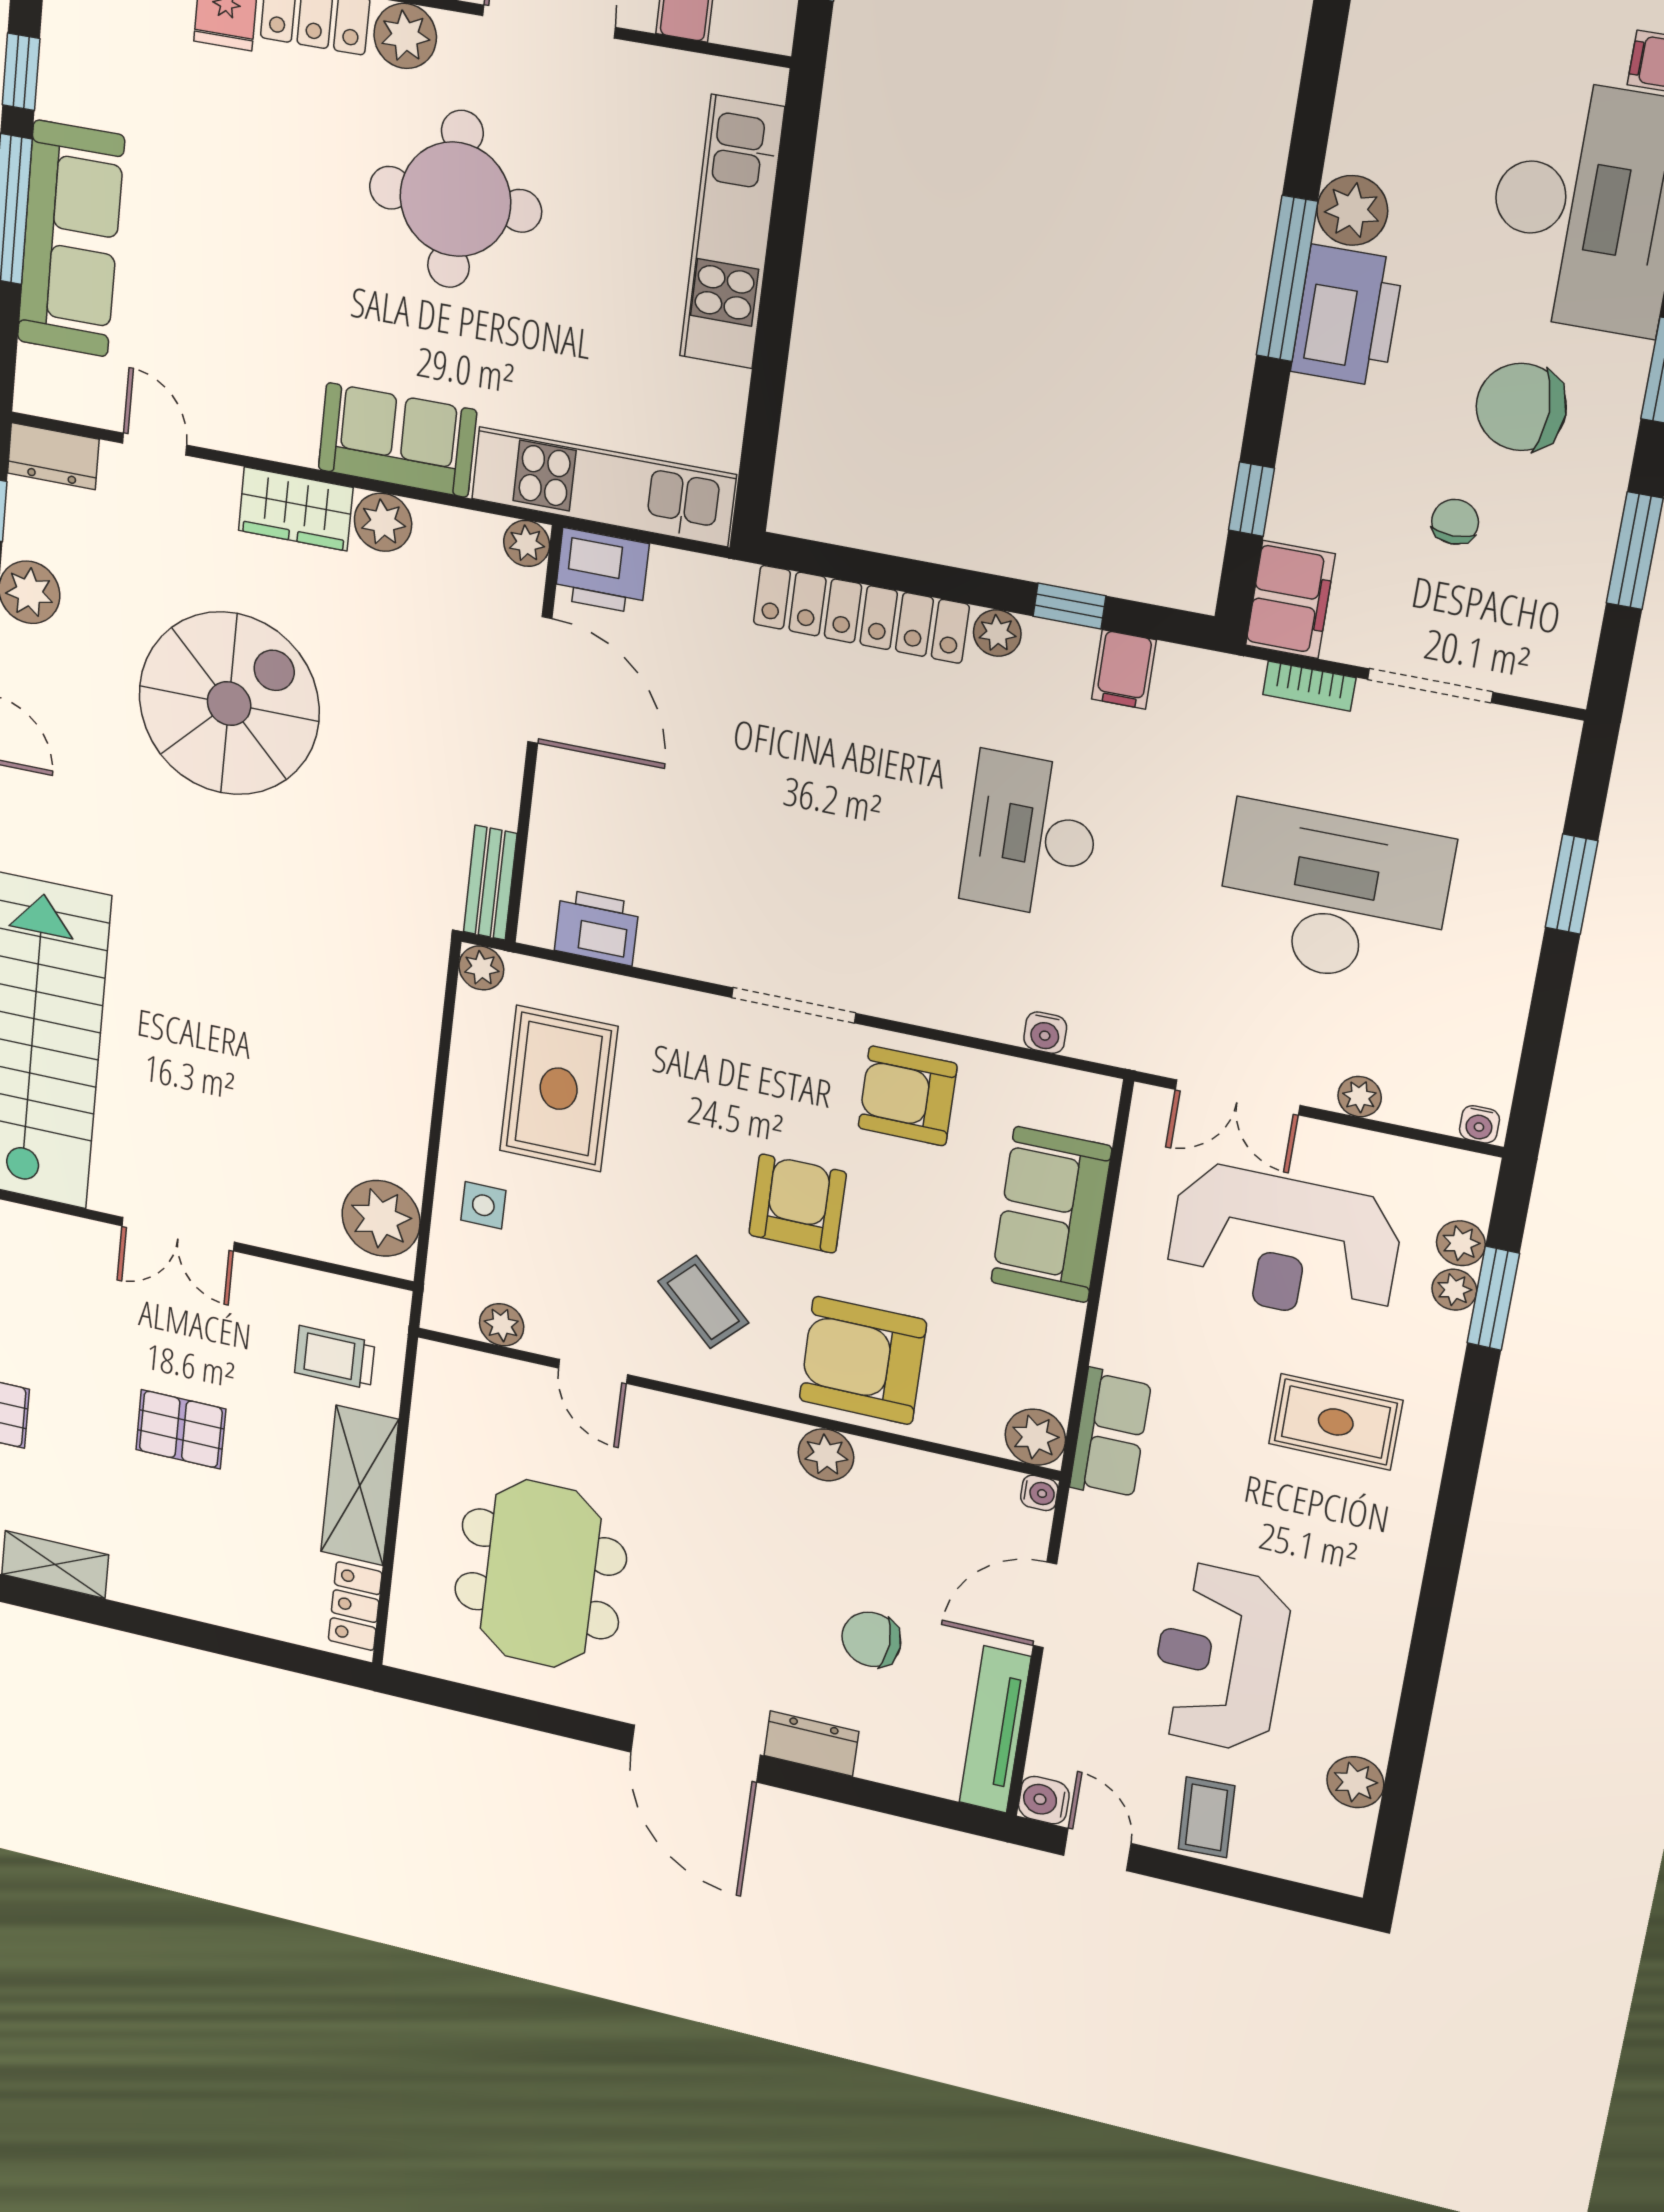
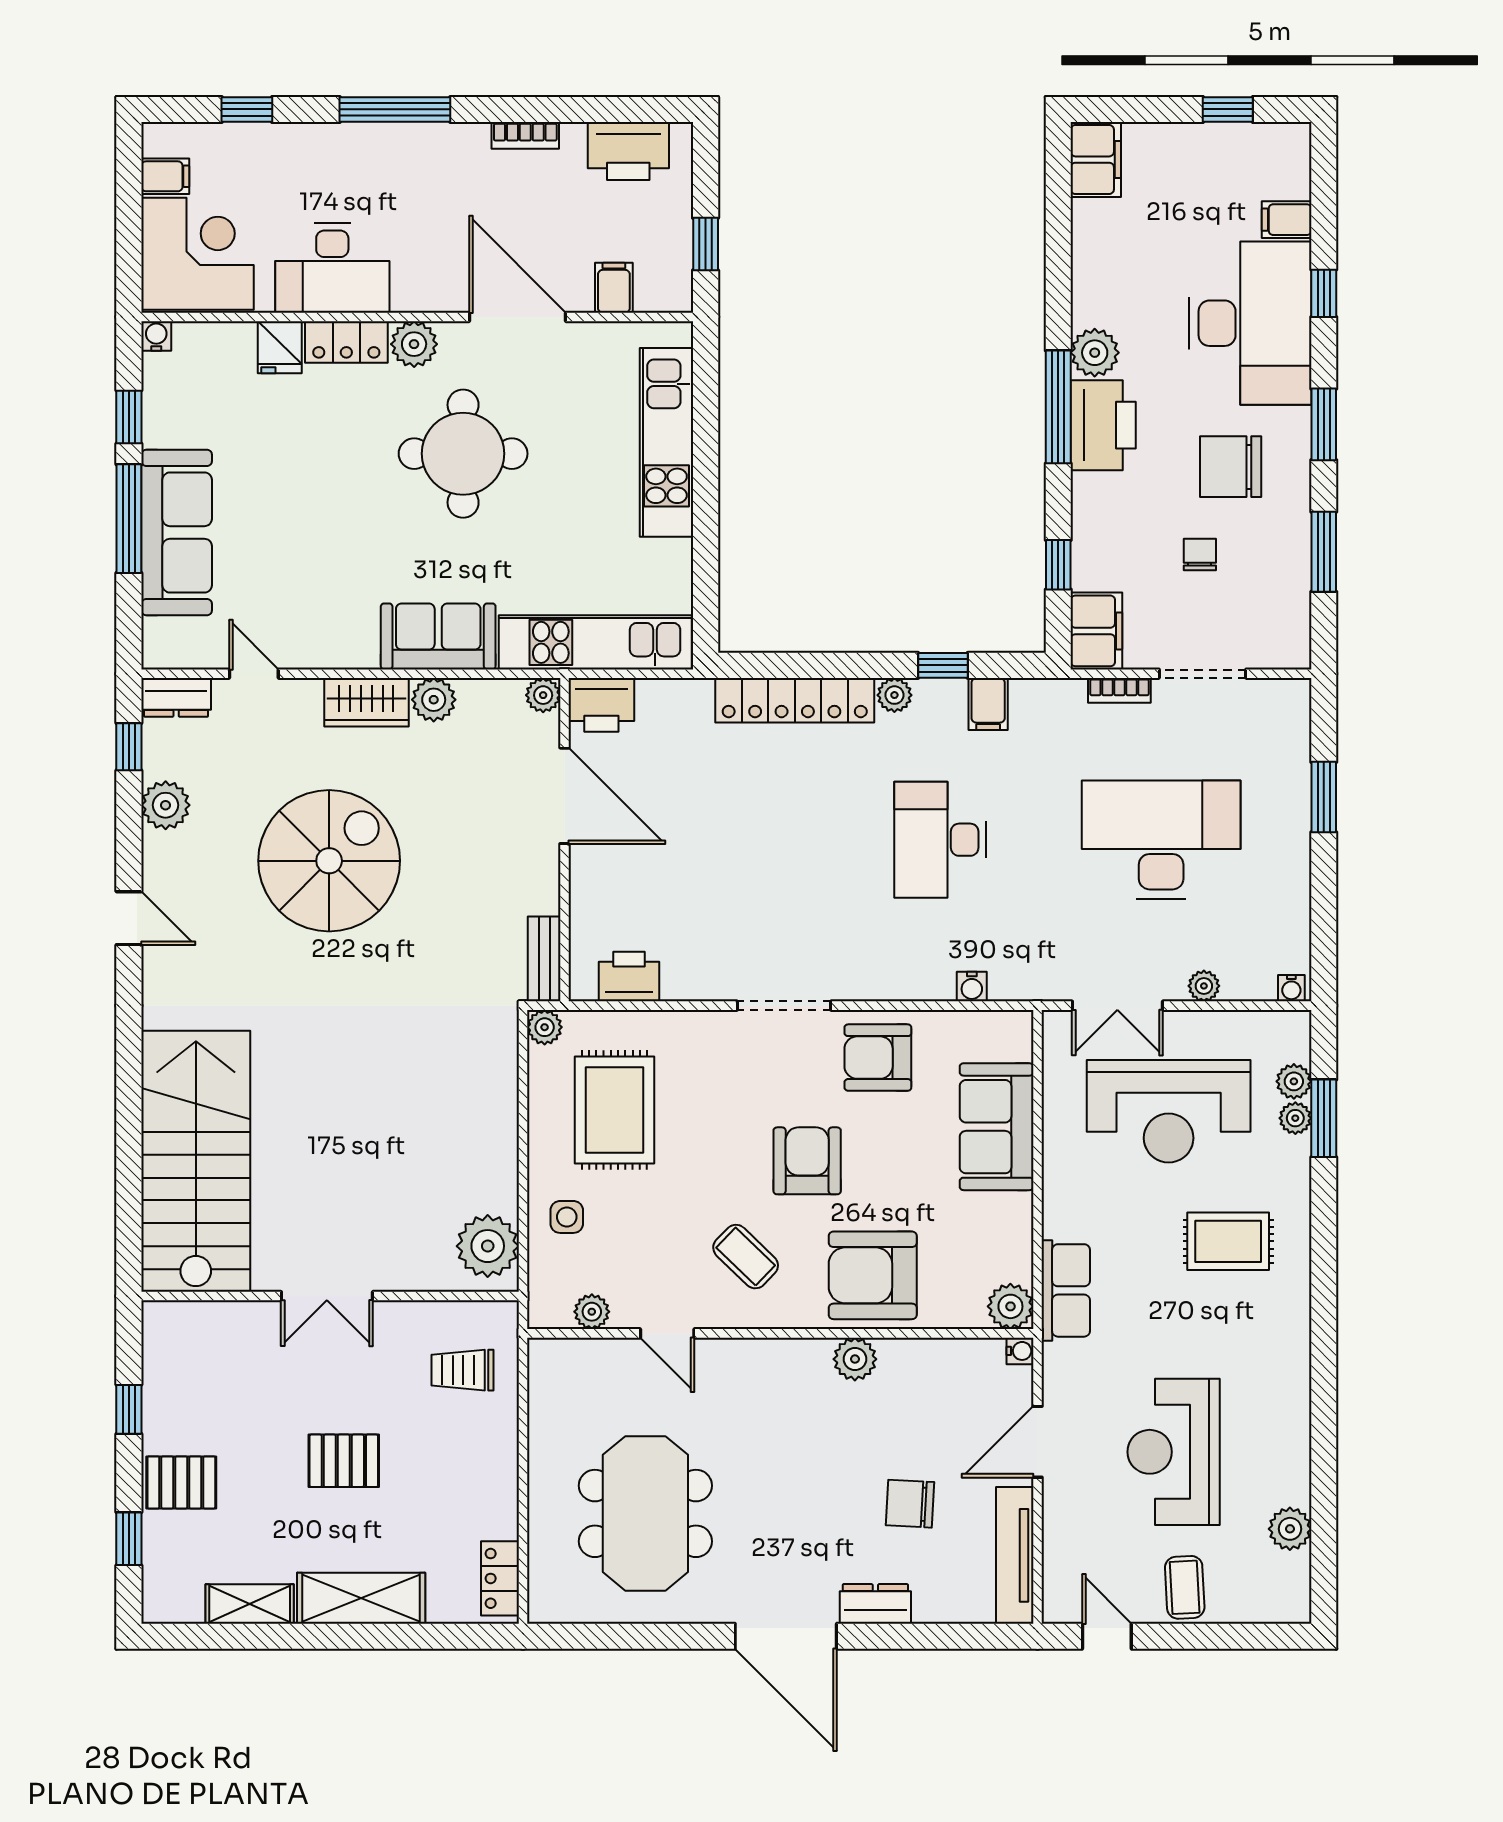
shelving: (360, 1486) -> (361, 1598), moved, turned 90
water cooler: (1044, 1800) -> (1060, 1605), removed

